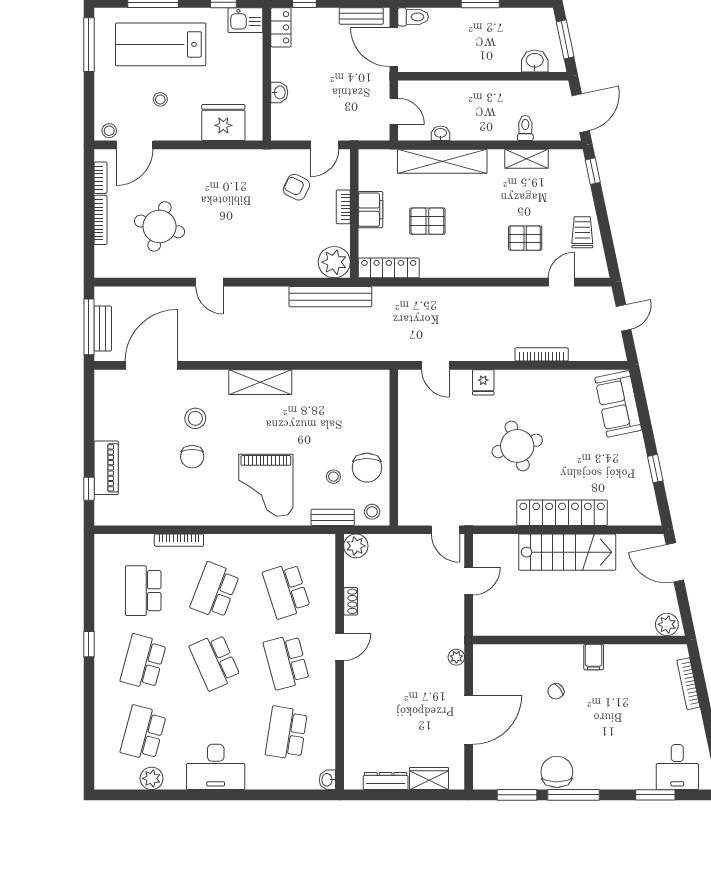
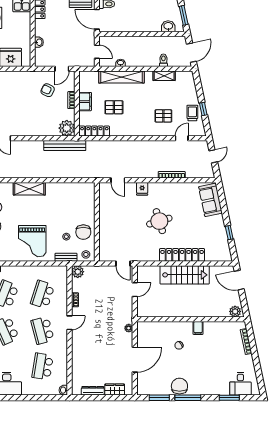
window: (593, 171) -> (203, 109), moved
school desk: (286, 591) -> (43, 294), turned 36

